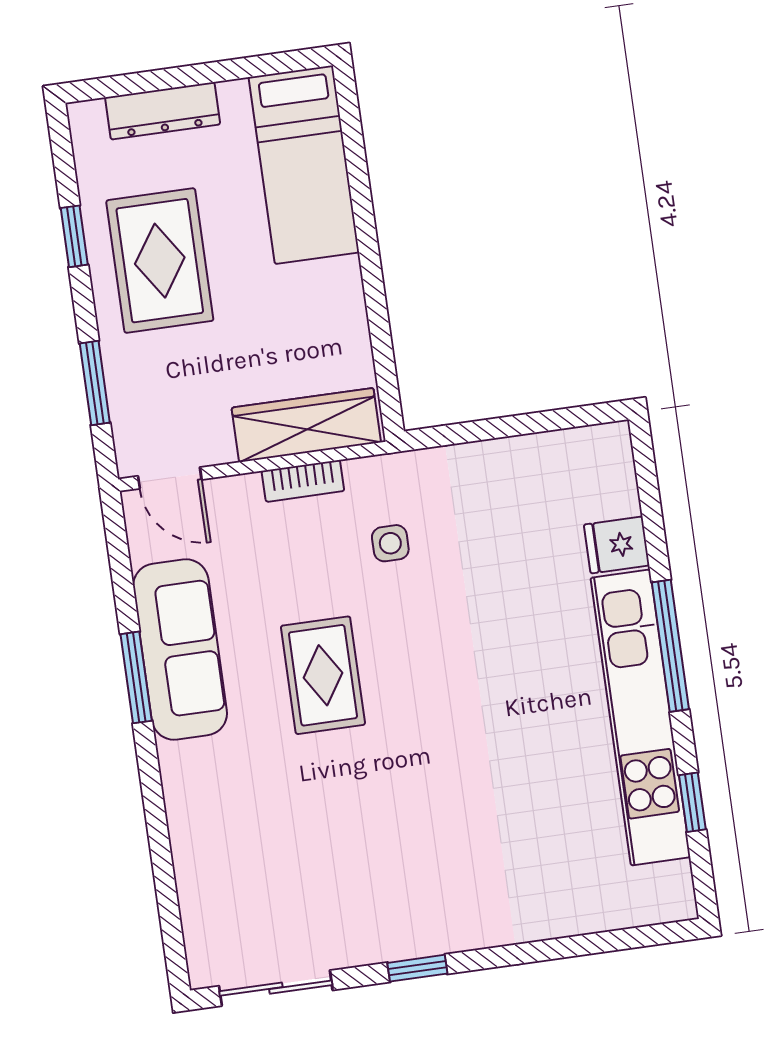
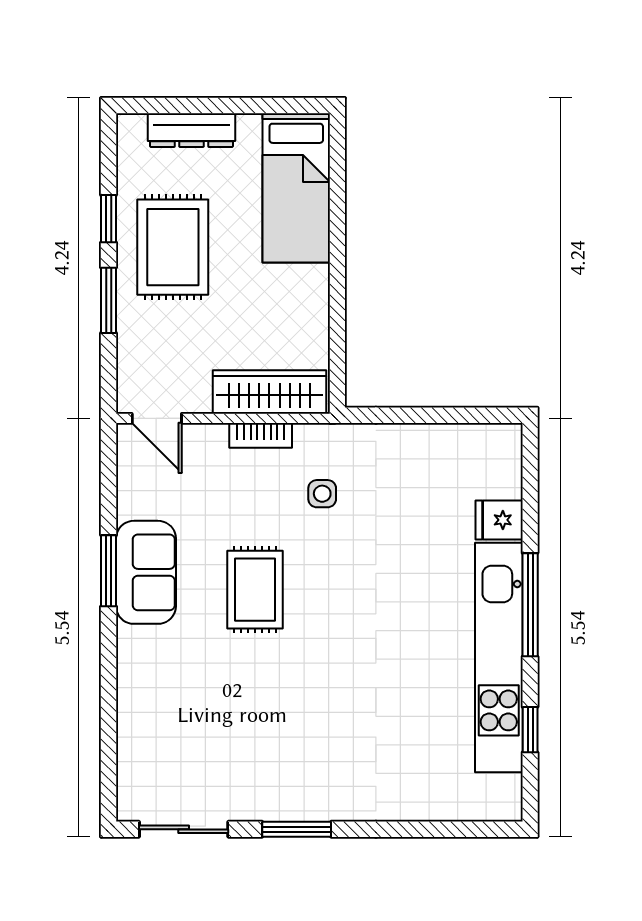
window: (95, 383) -> (109, 300), moved
sofa: (180, 649) -> (146, 572), width x0.73
window: (417, 968) -> (297, 829), width x1.50

